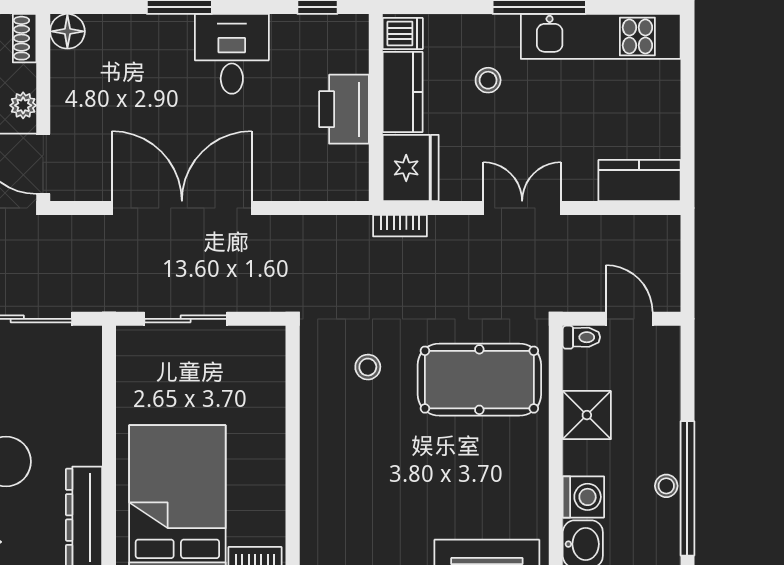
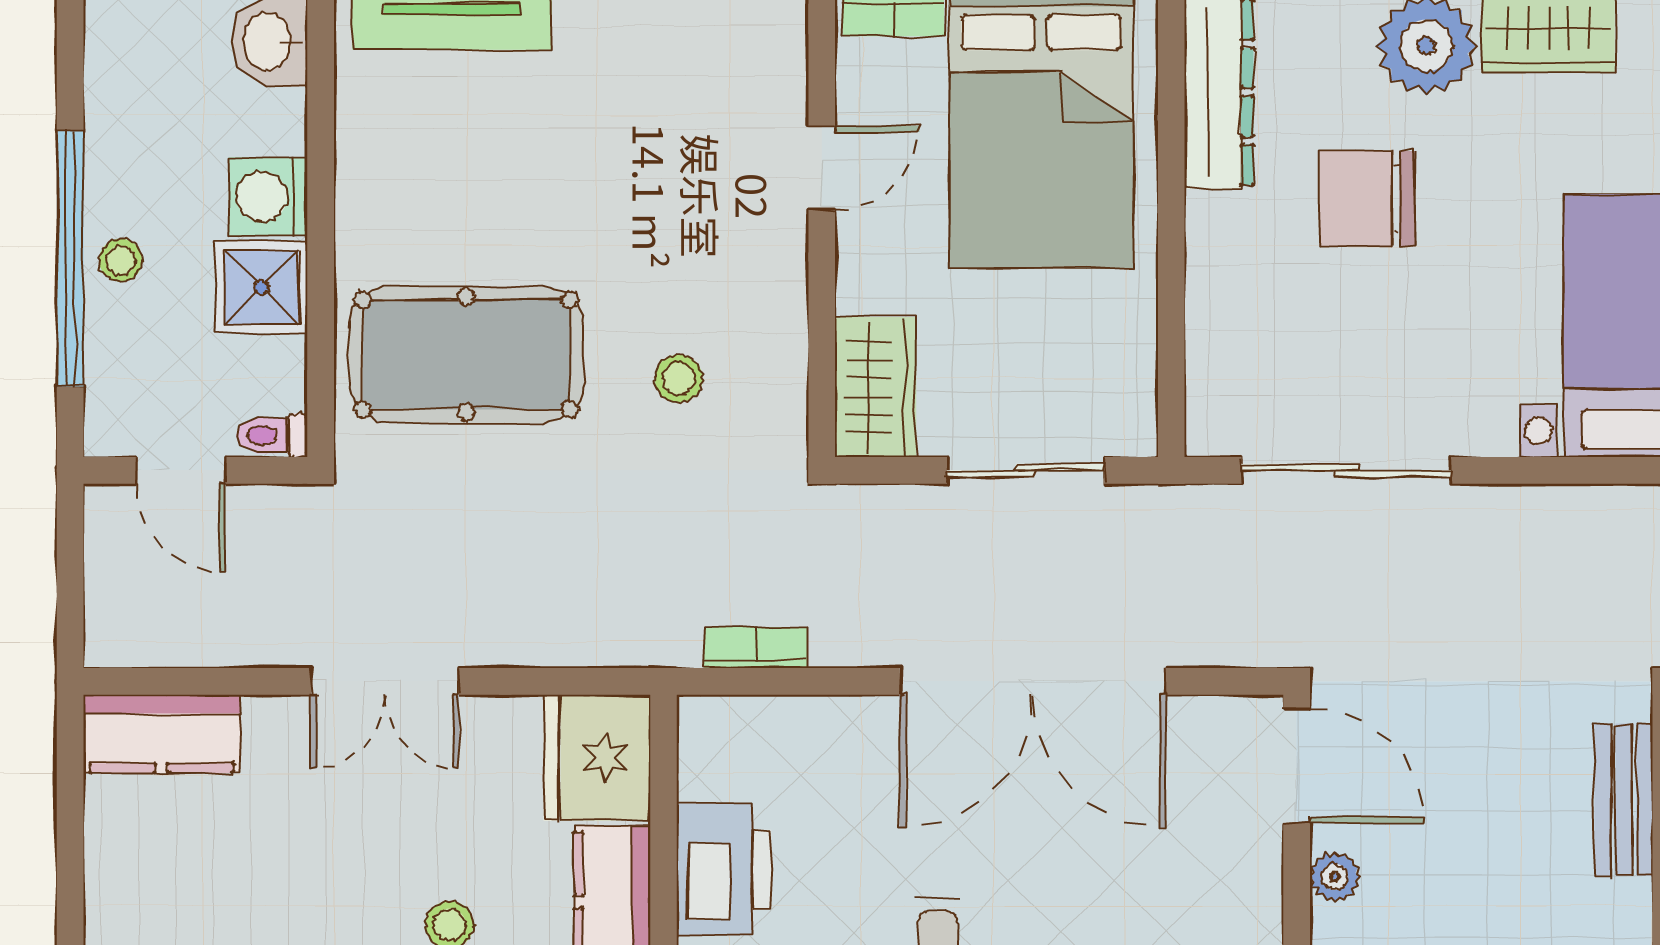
bookcase: (400, 226) -> (756, 648), moved
wardrobe: (264, 362) -> (876, 387), added
door: (293, 478) -> (822, 168), added
stool: (666, 486) -> (121, 260), moved
window: (687, 488) -> (70, 258), moved
washing machine: (583, 497) -> (268, 197), moved

